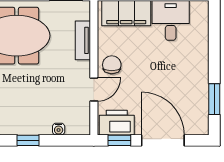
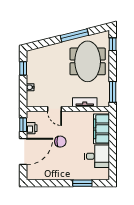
chair: (112, 65) -> (60, 142), moved
window: (214, 99) -> (82, 183), moved
printer: (117, 123) -> (32, 128), width x0.53, depth x0.68

